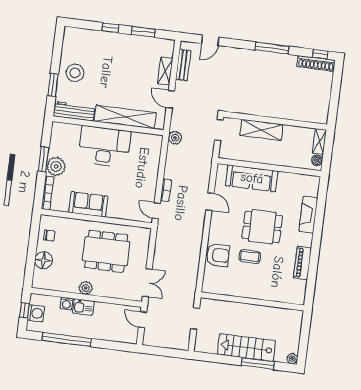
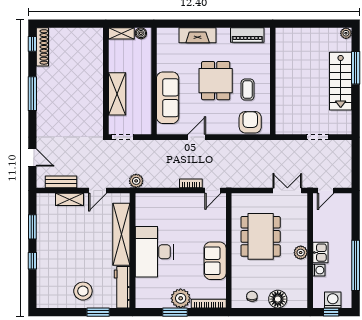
wall: (252, 301) -> (273, 81), moved

